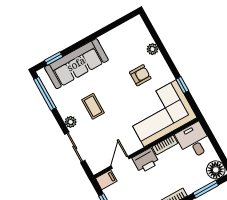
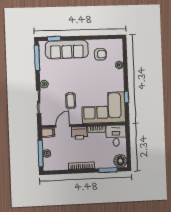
armchair: (140, 75) -> (100, 54), moved
coffee table: (93, 106) -> (71, 101), moved

